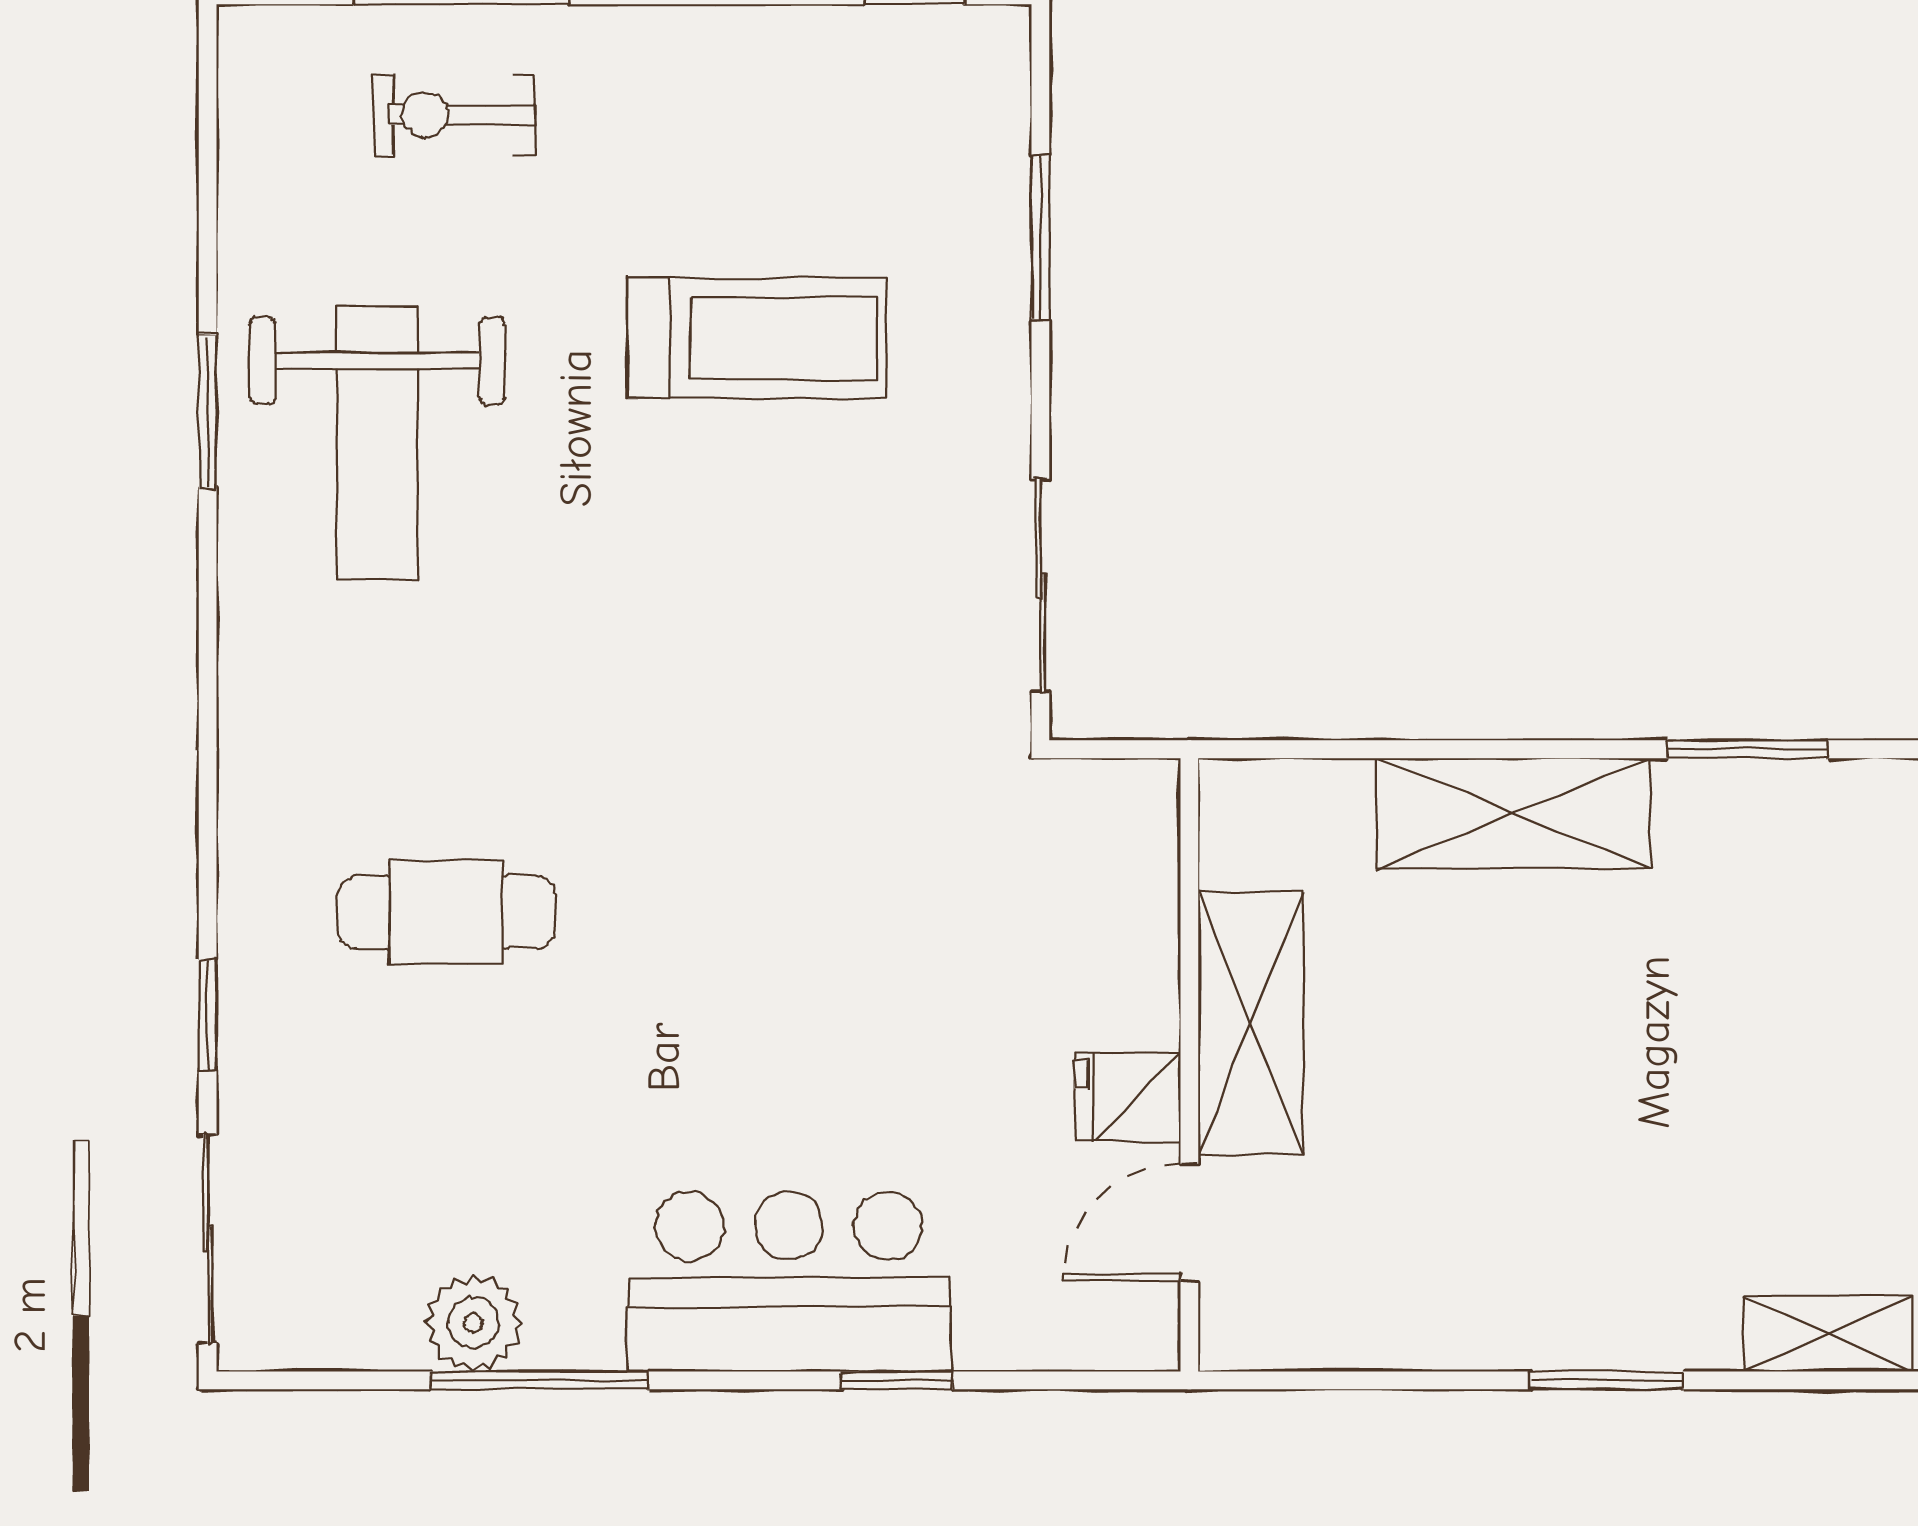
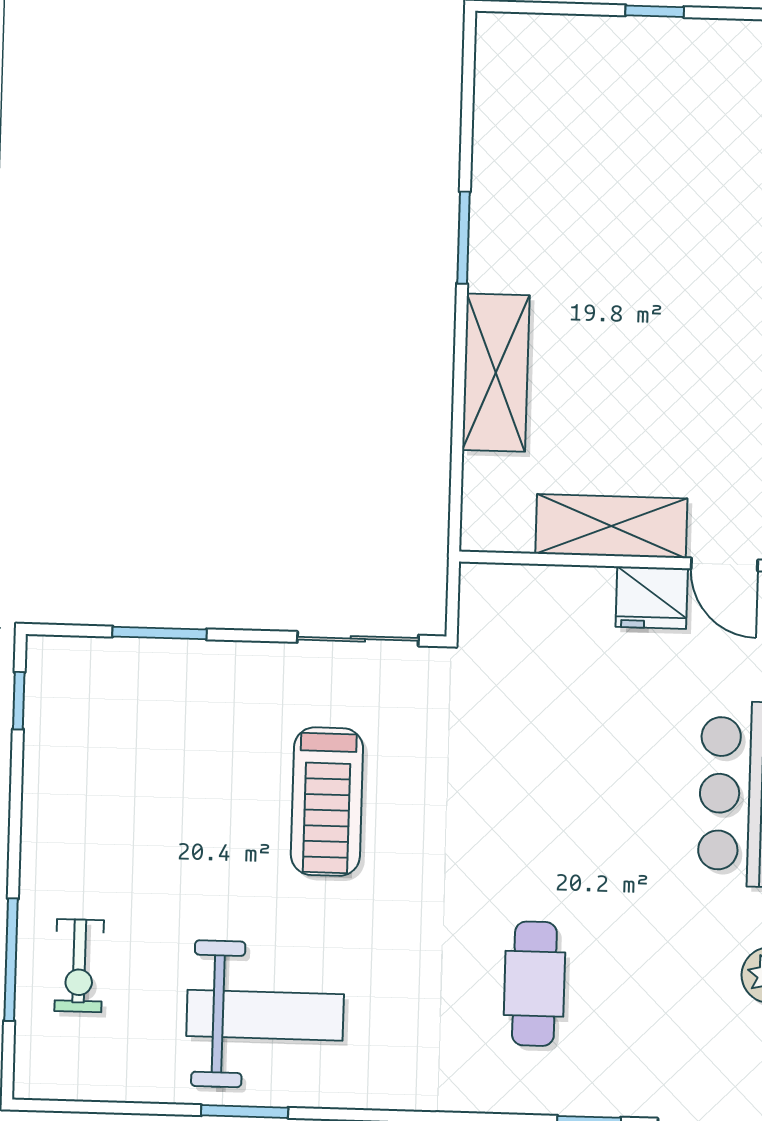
treadmill: (757, 338) -> (327, 802), moved, turned 180
fridge: (1128, 1097) -> (652, 598), width x1.38

